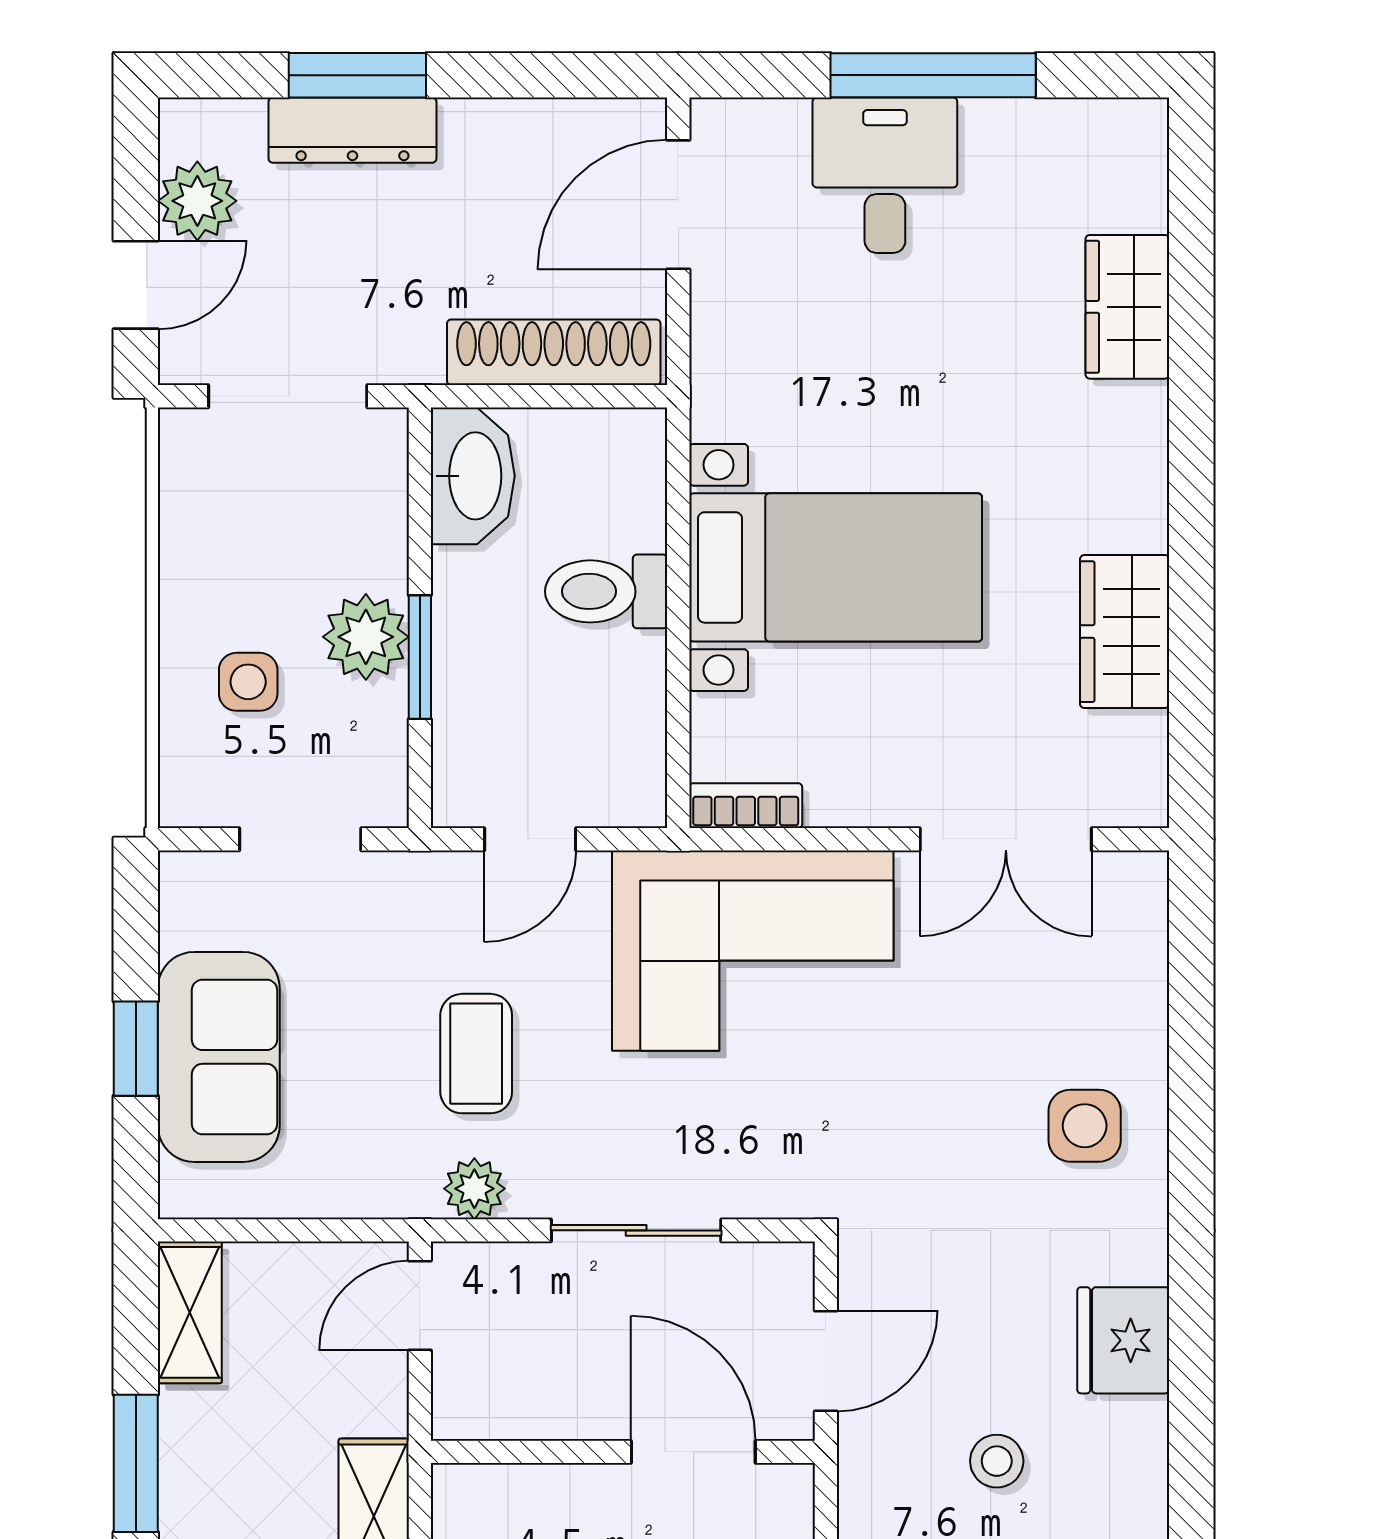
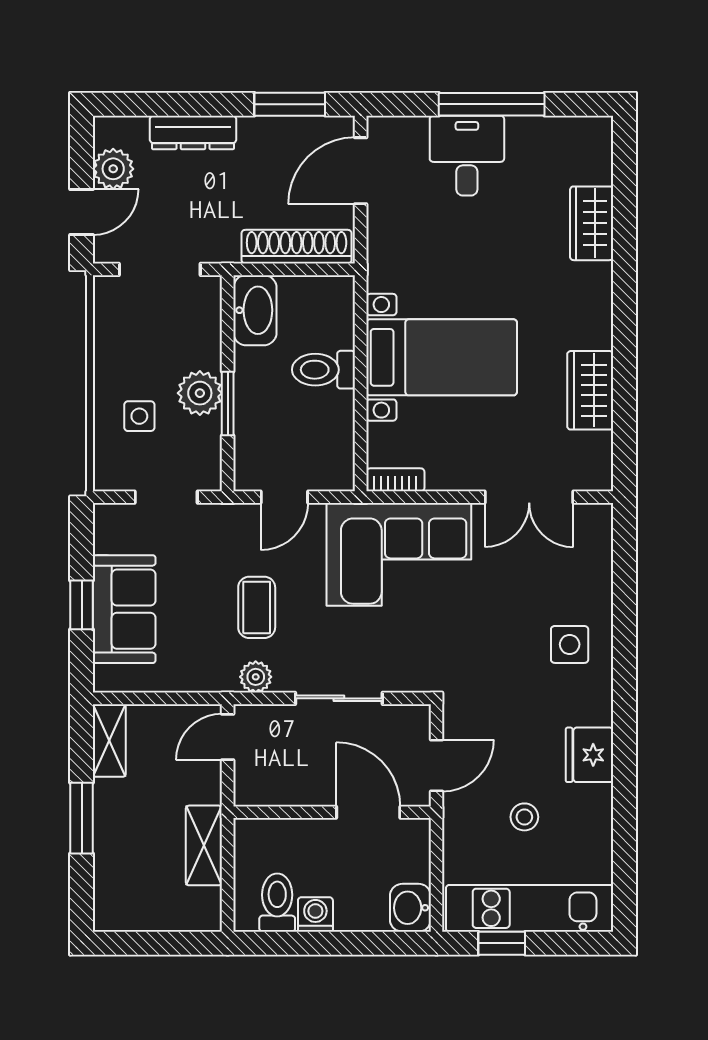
window: (357, 75) -> (290, 104), moved

